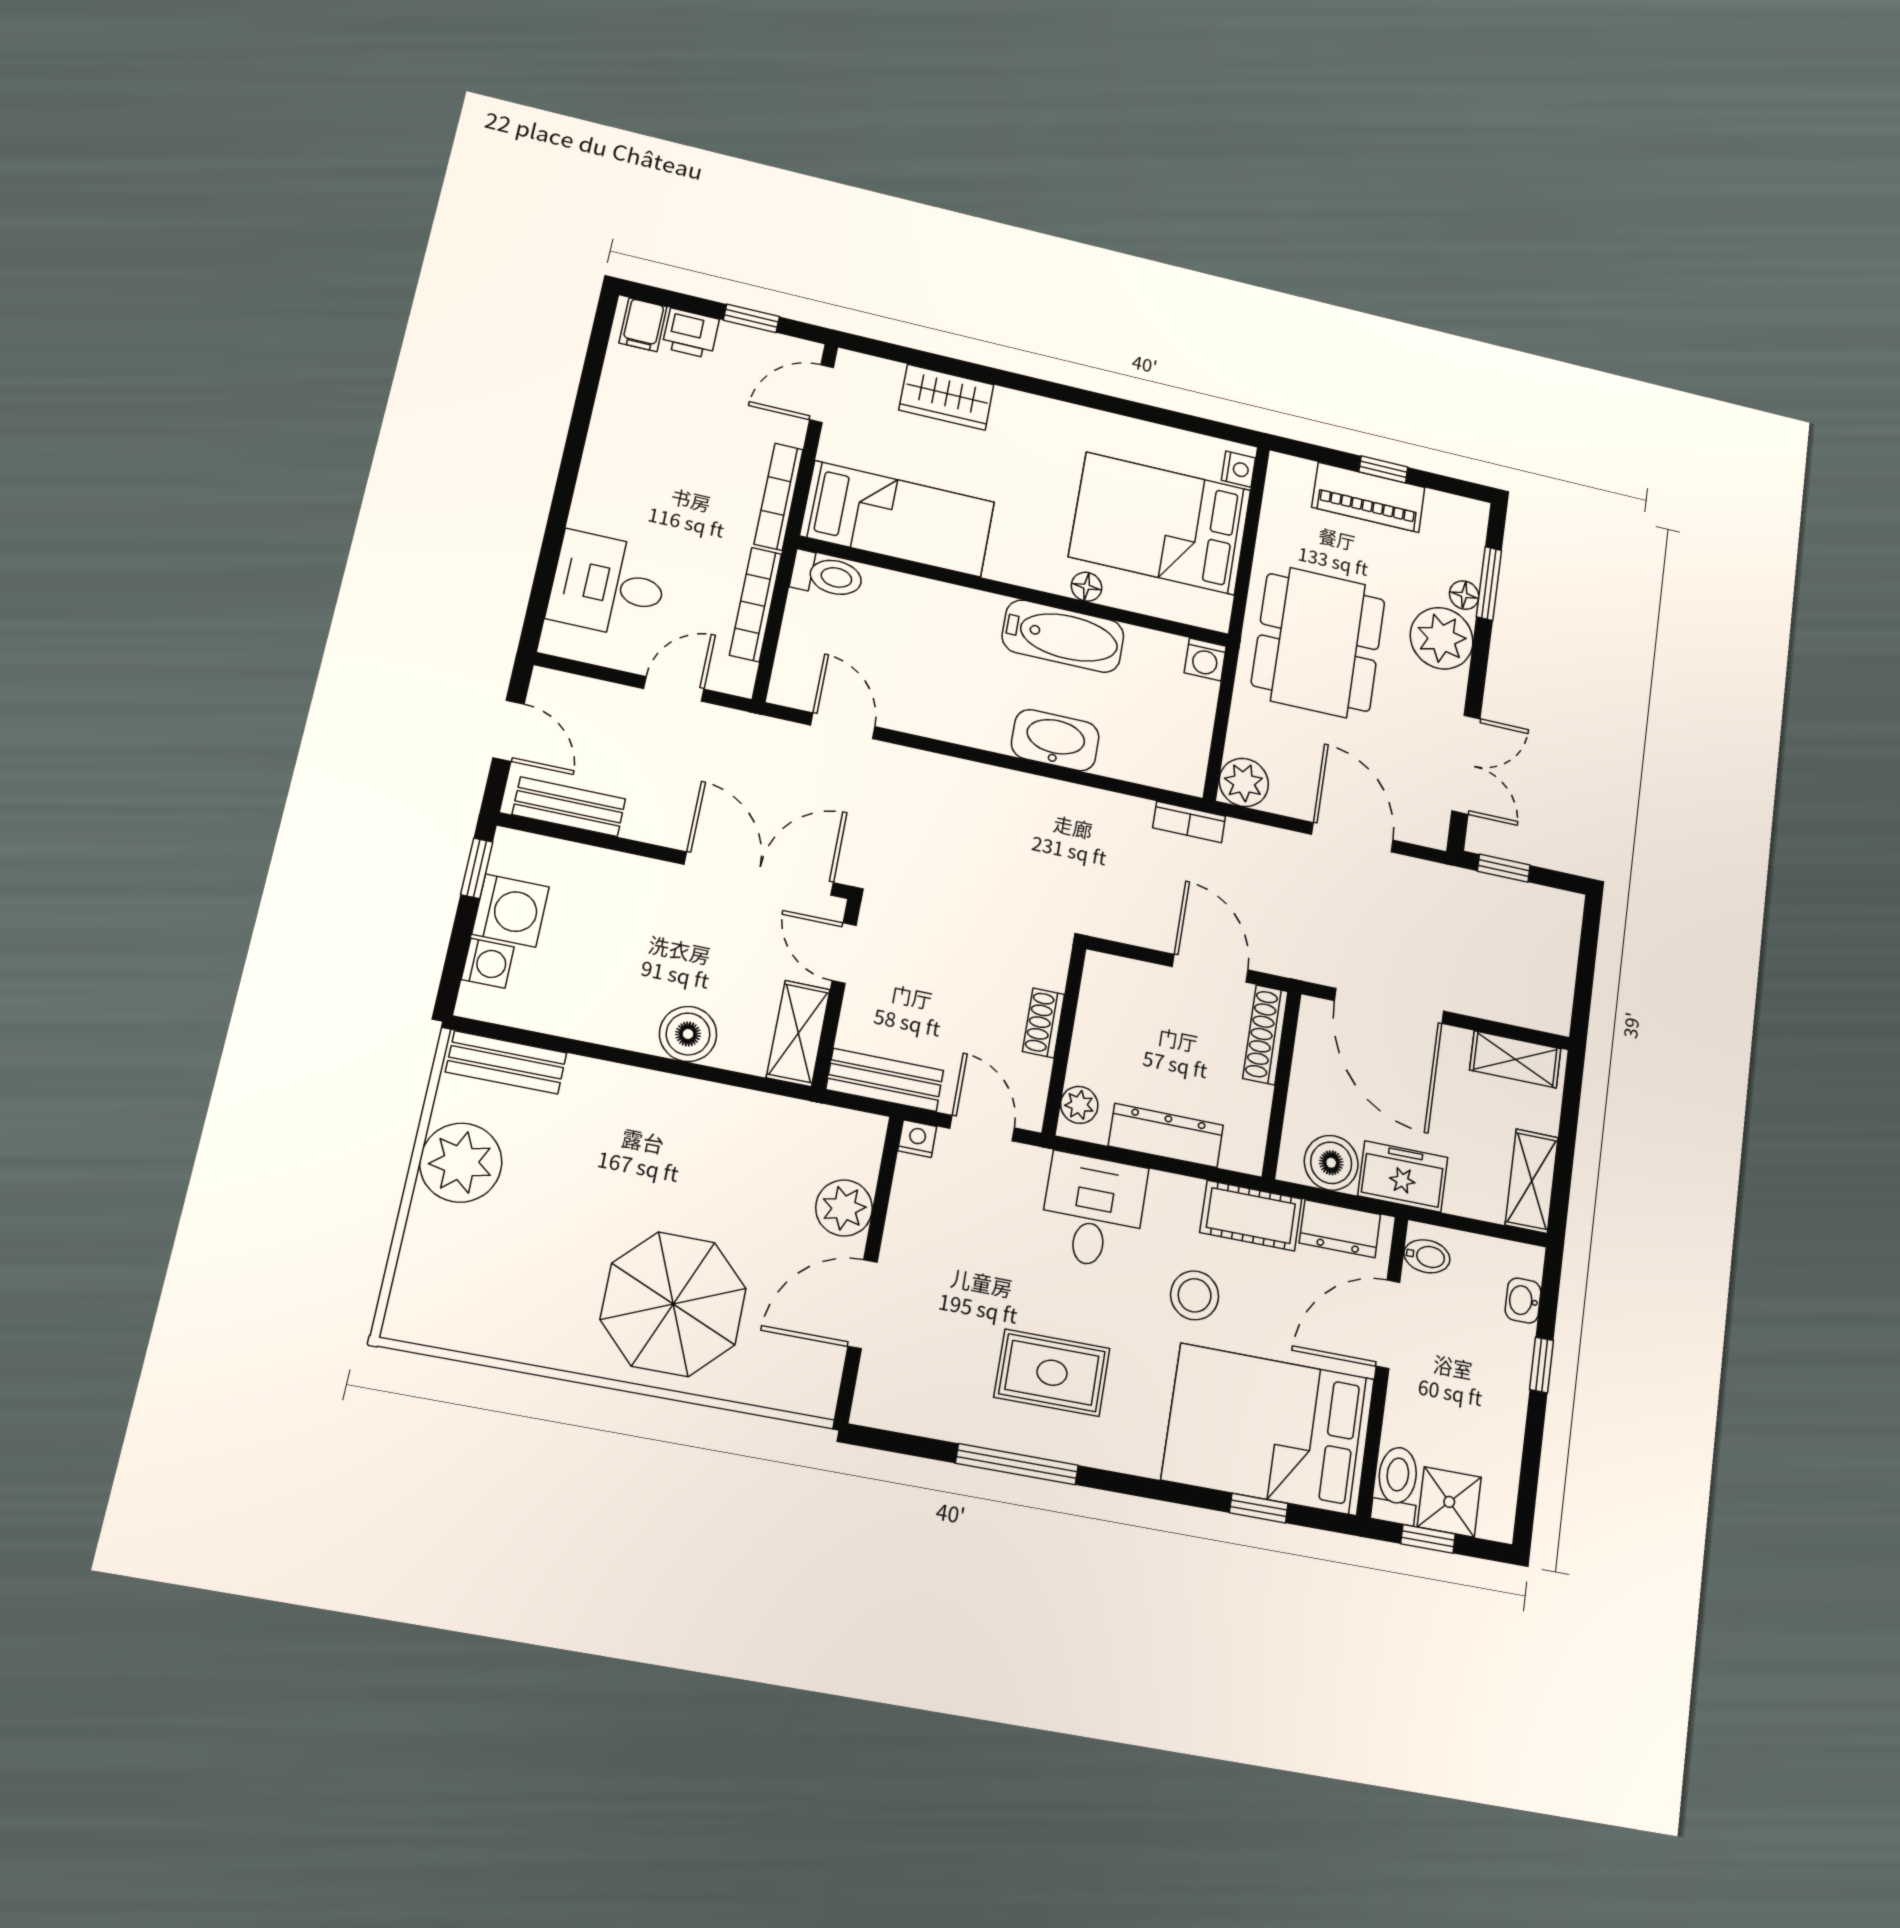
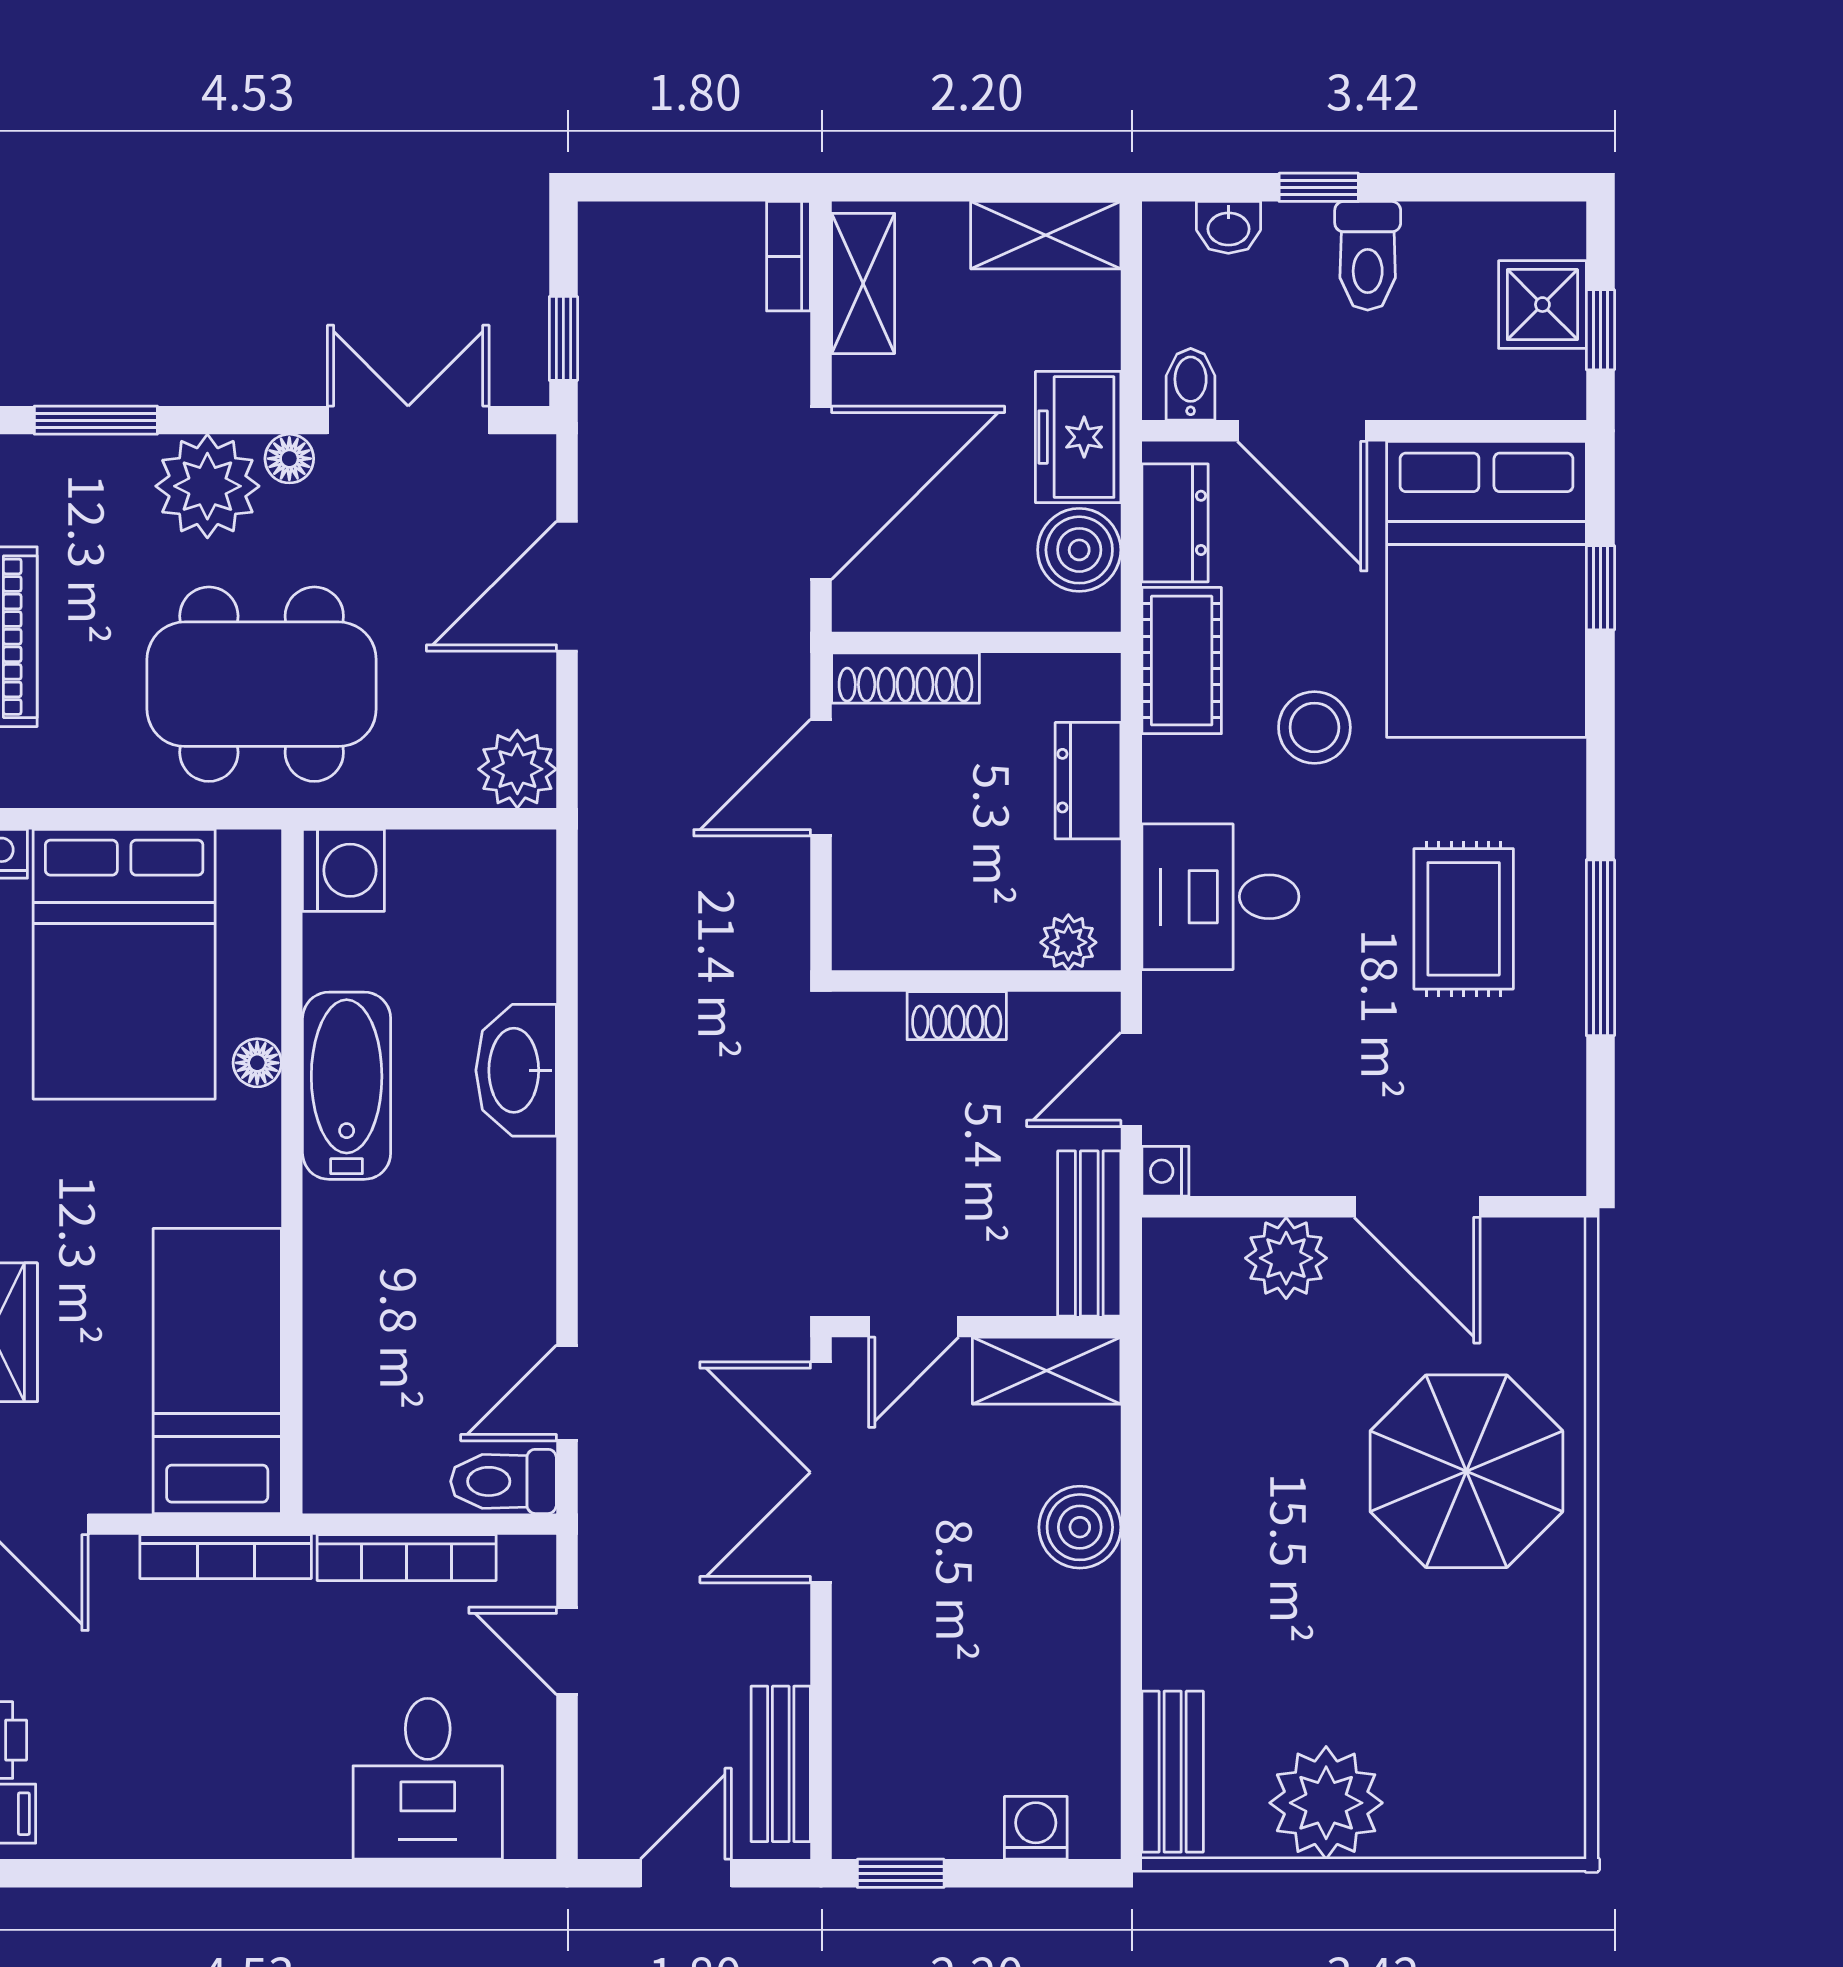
toilet: (827, 575) -> (504, 1481), moved, turned -90
floor lamp: (1464, 595) -> (289, 459), moved
washing machine: (1205, 659) -> (343, 870), width x1.38, depth x1.38
bookcase: (1189, 822) -> (788, 256), moved, turned 180
washing machine: (511, 911) -> (952, 1813), removed
dresser: (1166, 1135) -> (1088, 781), width x0.70
toilet: (1397, 1485) -> (1368, 256), moved, turned -90

